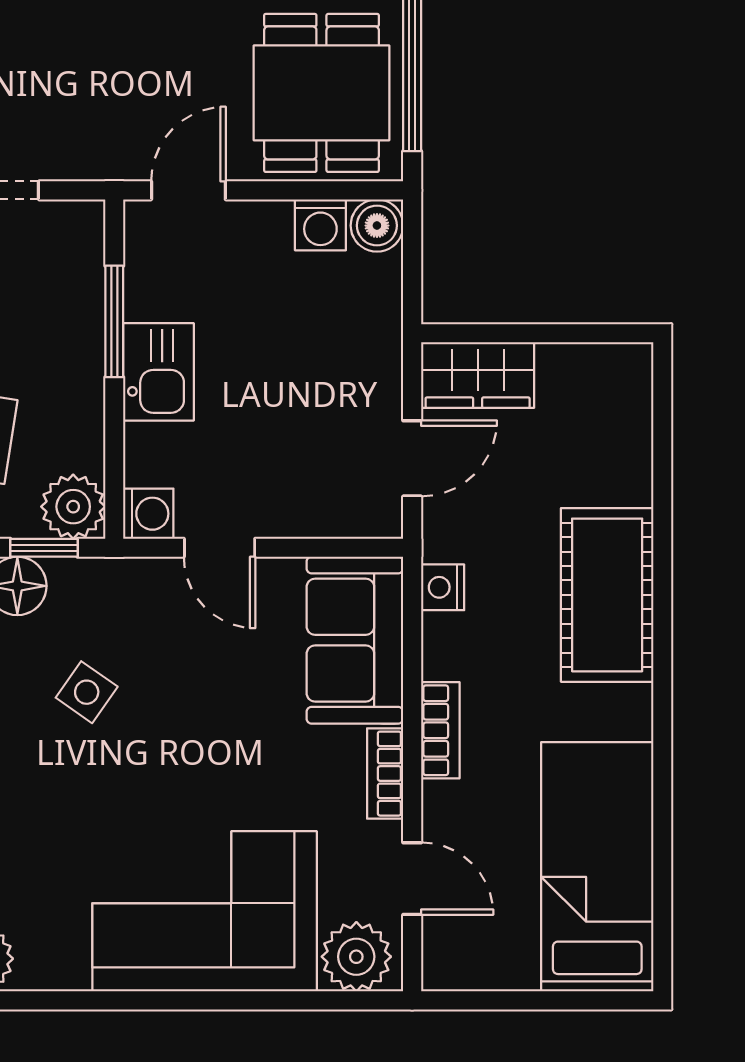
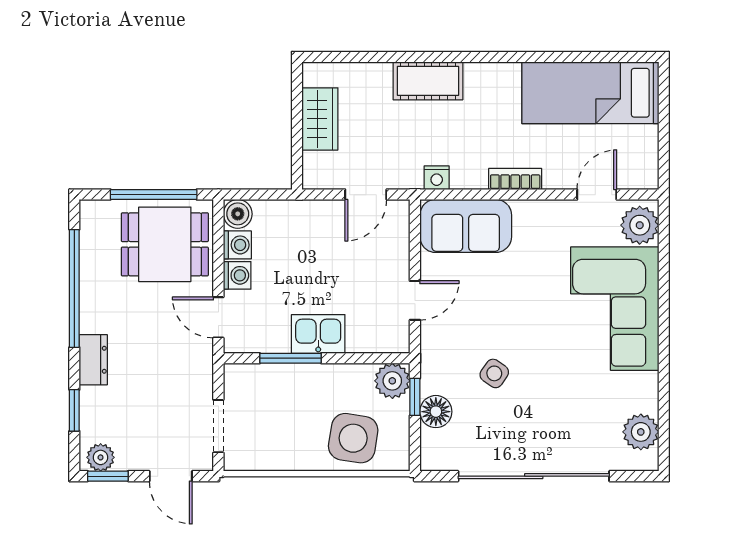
wardrobe: (478, 375) -> (320, 119), moved
door: (412, 458) -> (366, 195), swing flipped
washing machine: (148, 514) -> (237, 275), moved, turned 90
cot: (607, 595) -> (428, 81), width x0.73, depth x0.75
bookcase: (385, 774) -> (539, 209), removed

